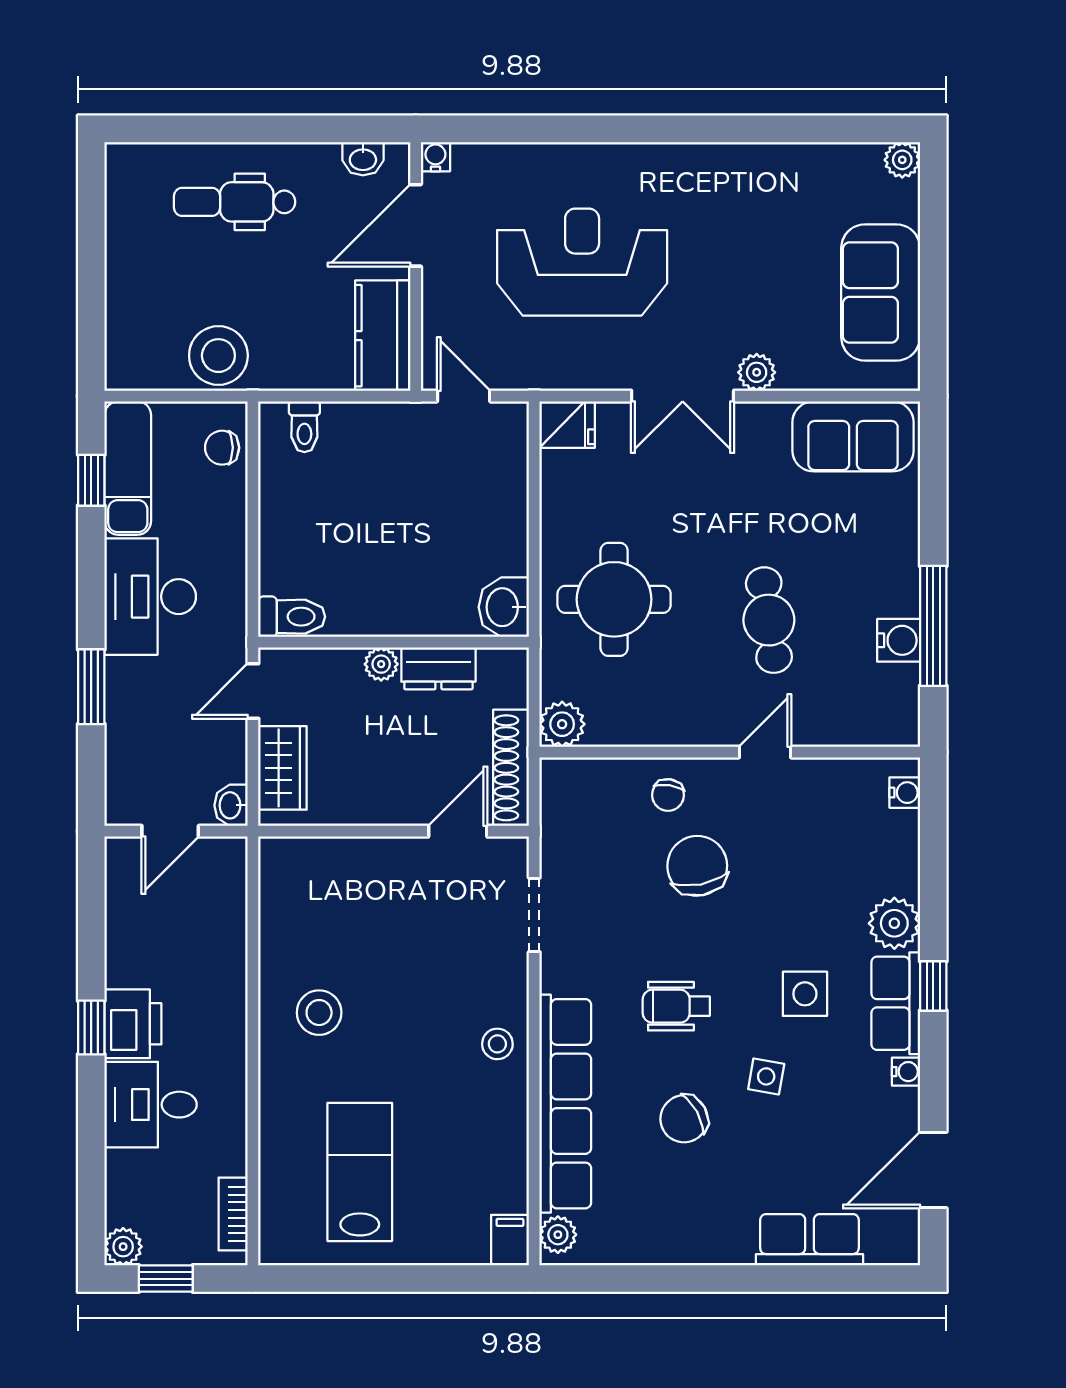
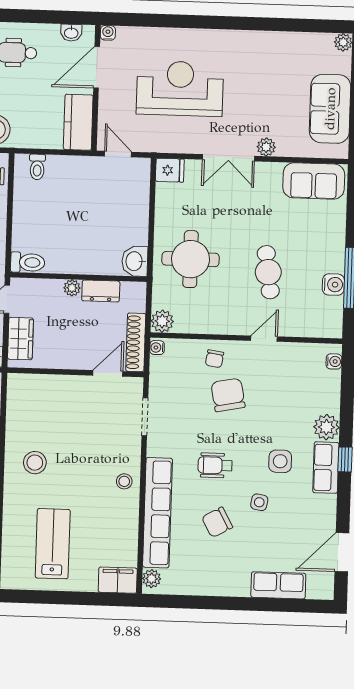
water cooler: (906, 1072) -> (157, 348), moved, turned 180
filing cabinet: (510, 1240) -> (118, 580), width x2.00

